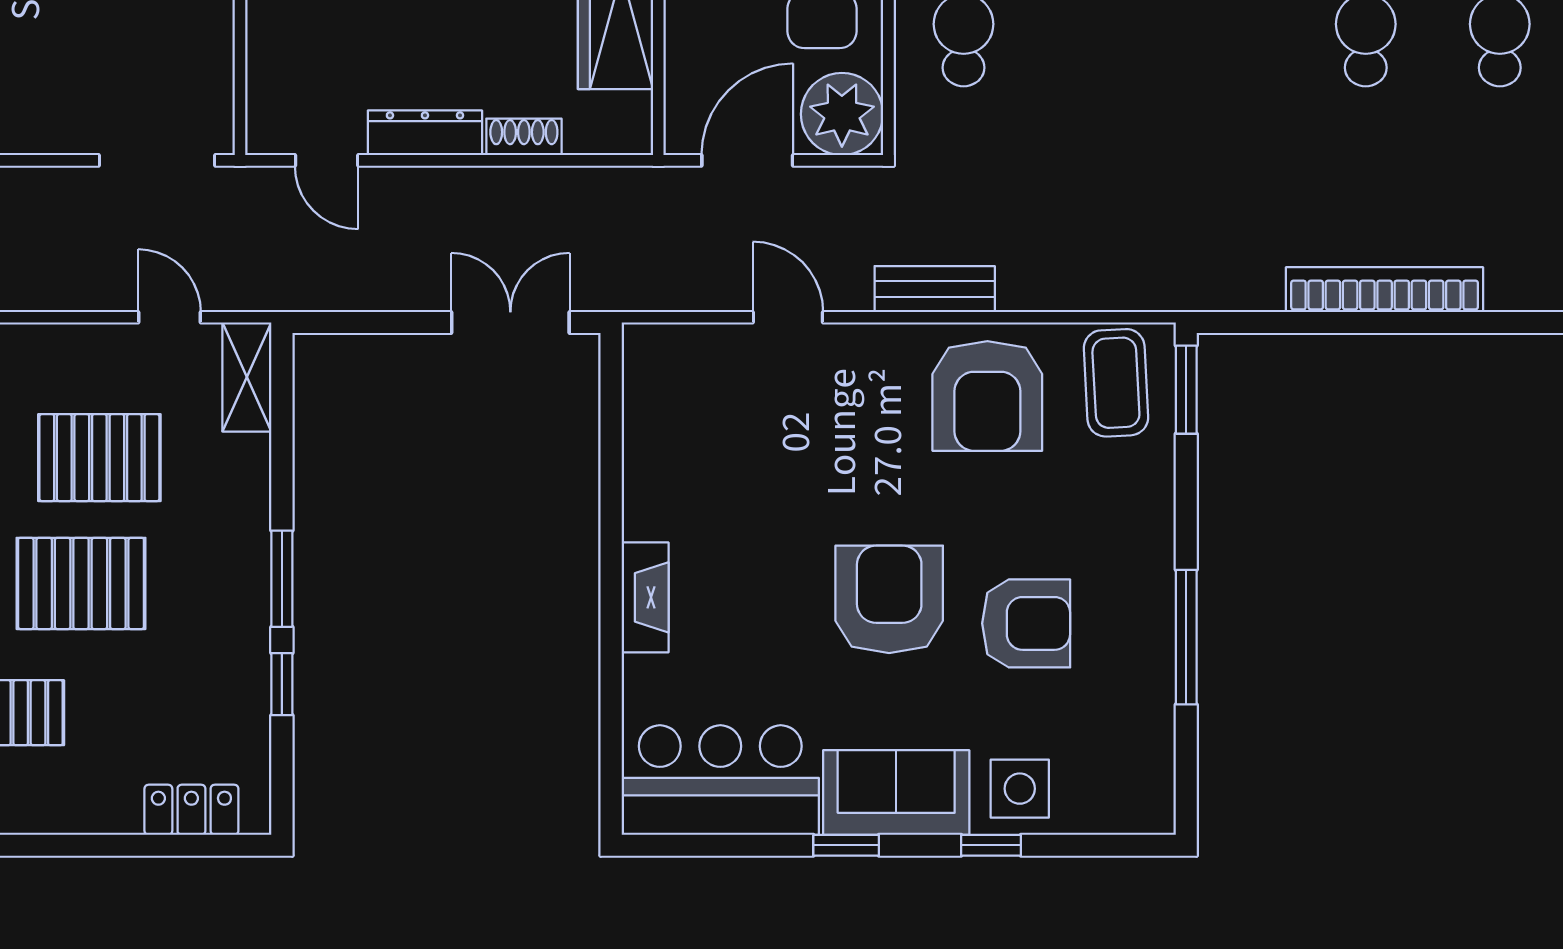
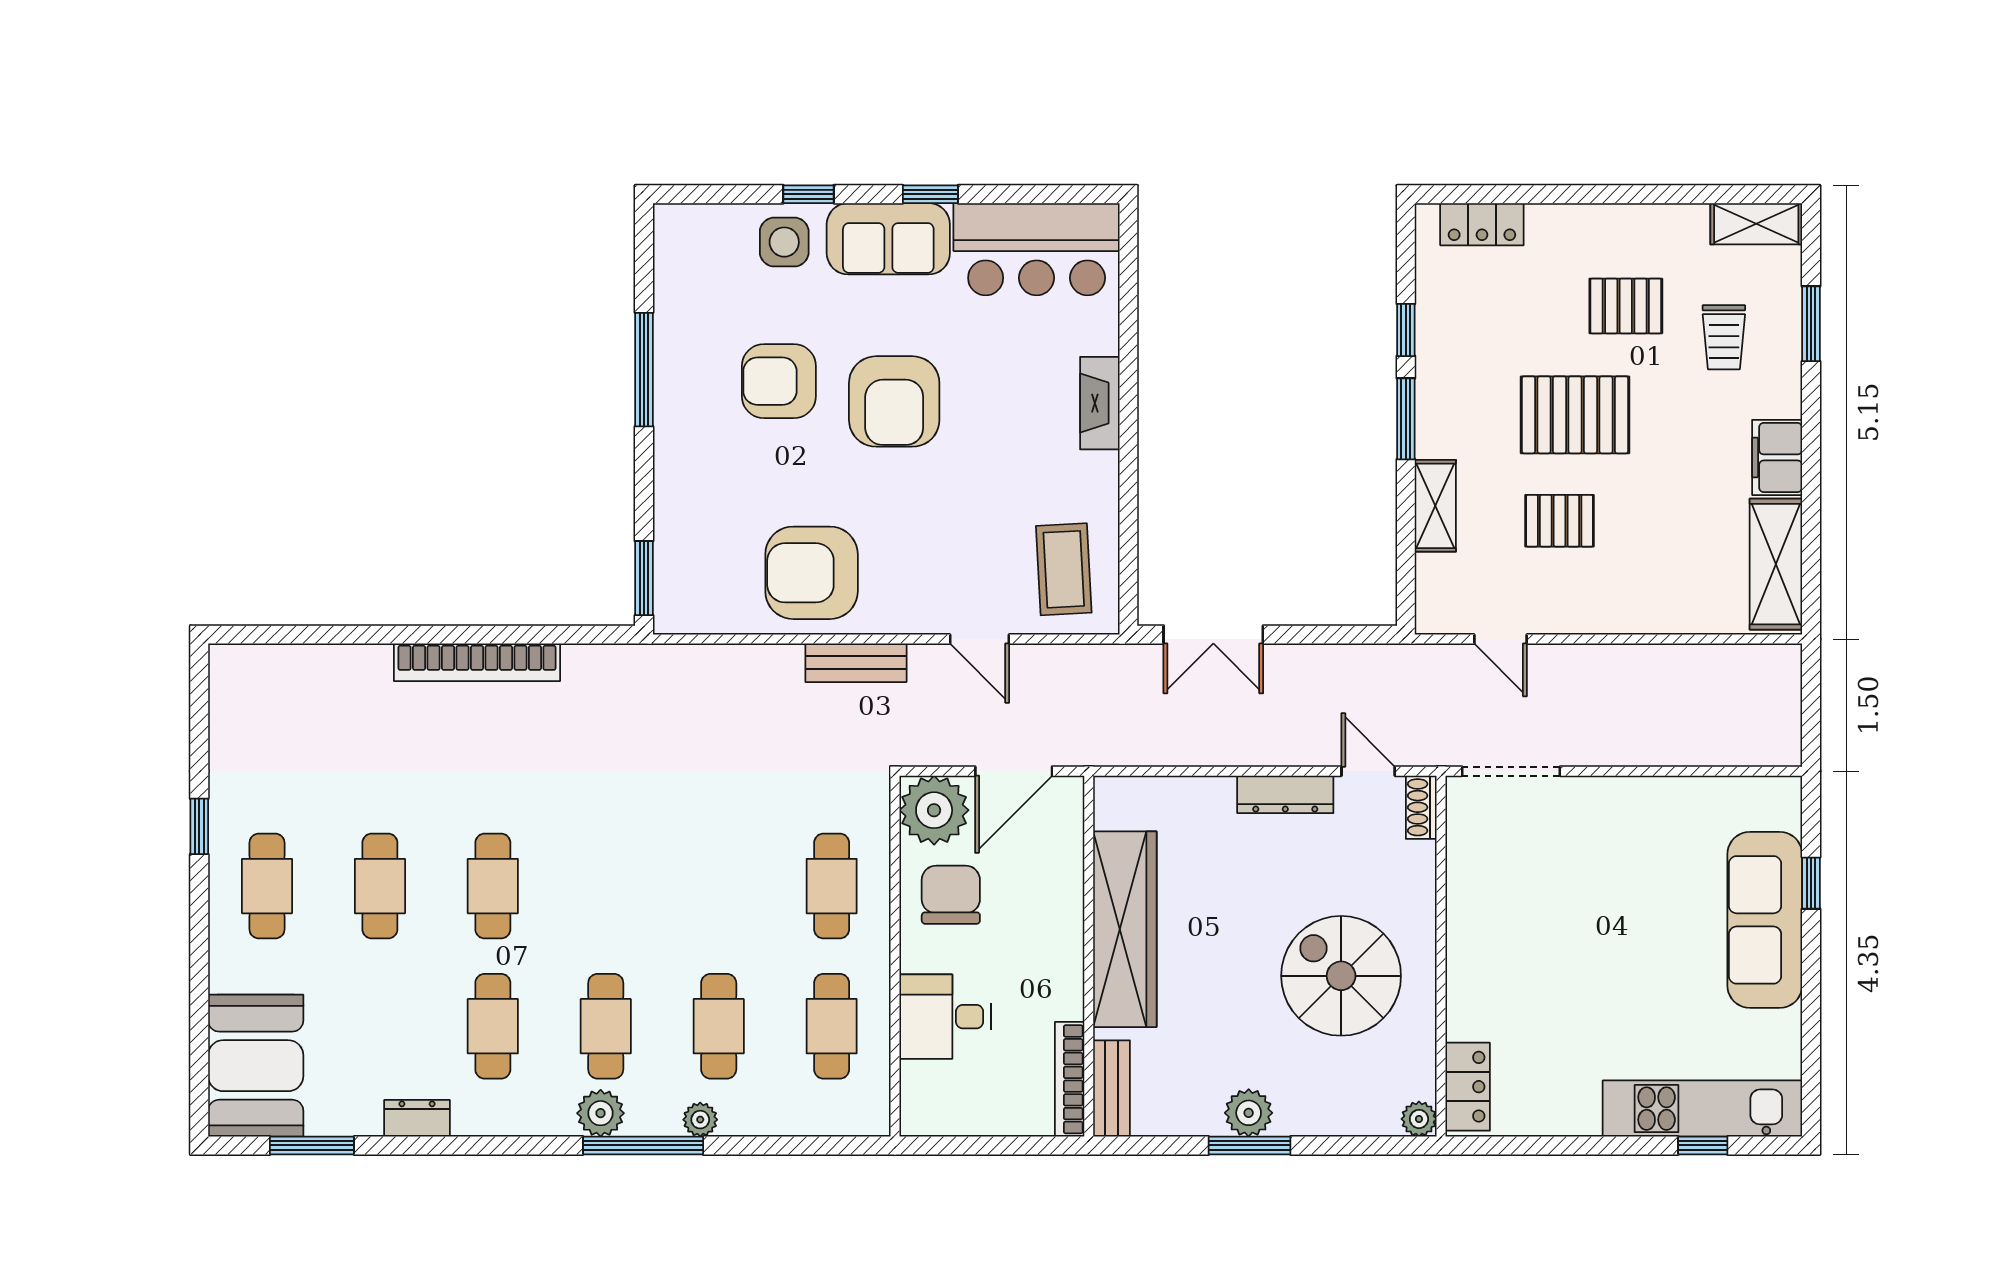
shoe rack: (524, 137) -> (1421, 807), moved, turned 90
shelving: (247, 377) -> (1435, 506), moved
coffee table: (1116, 383) -> (1064, 569), moved
armchair: (987, 396) -> (812, 573), turned -90
pallet: (99, 458) -> (1560, 521), width x0.67, depth x0.71

